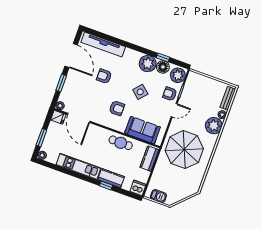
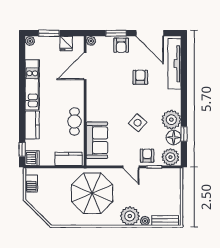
door: (71, 56) -> (150, 33), hinge flipped
armchair: (117, 108) -> (121, 45), moved
fridge: (58, 117) -> (66, 44), moved
window: (106, 186) -> (22, 149), moved

